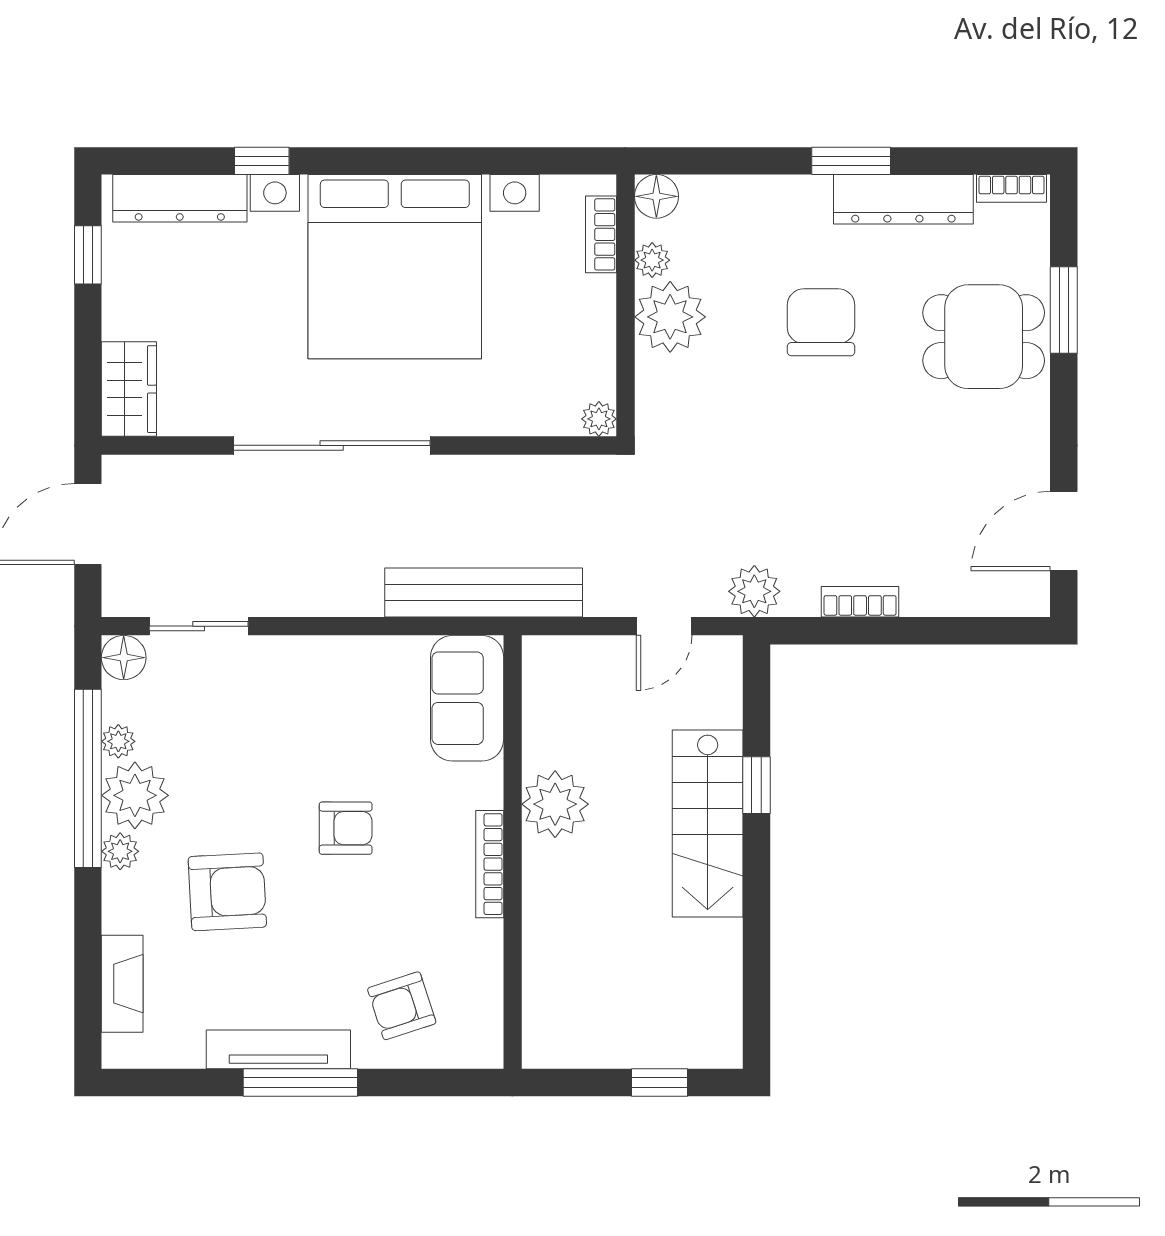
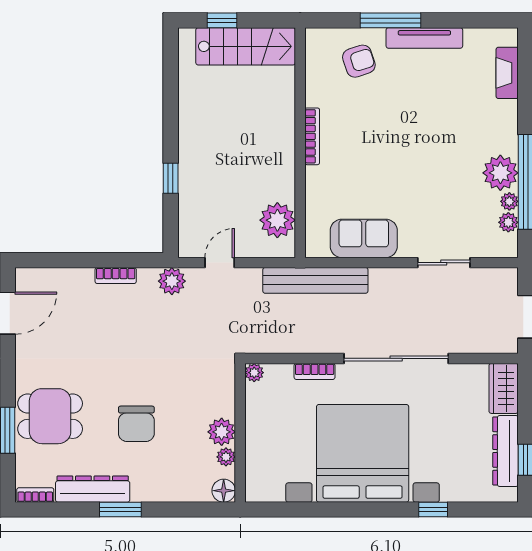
dresser: (180, 198) -> (506, 451), moved, turned -90
bookcase: (601, 234) -> (315, 371), moved, turned 90
plant: (670, 317) -> (222, 432), width x0.73, depth x0.73
sliding door: (199, 626) -> (444, 263), moved
floor lamp: (124, 658) -> (506, 246), removed
sofa: (467, 698) -> (364, 238), moved, turned -90
plant: (555, 804) -> (277, 220), moved
stairs: (708, 824) -> (246, 46), moved, turned 90
armchair: (346, 828) -> (389, 155), removed
plant: (120, 851) -> (508, 222), moved
armchair: (227, 892) -> (451, 122), removed
window: (300, 1082) -> (391, 20), moved

